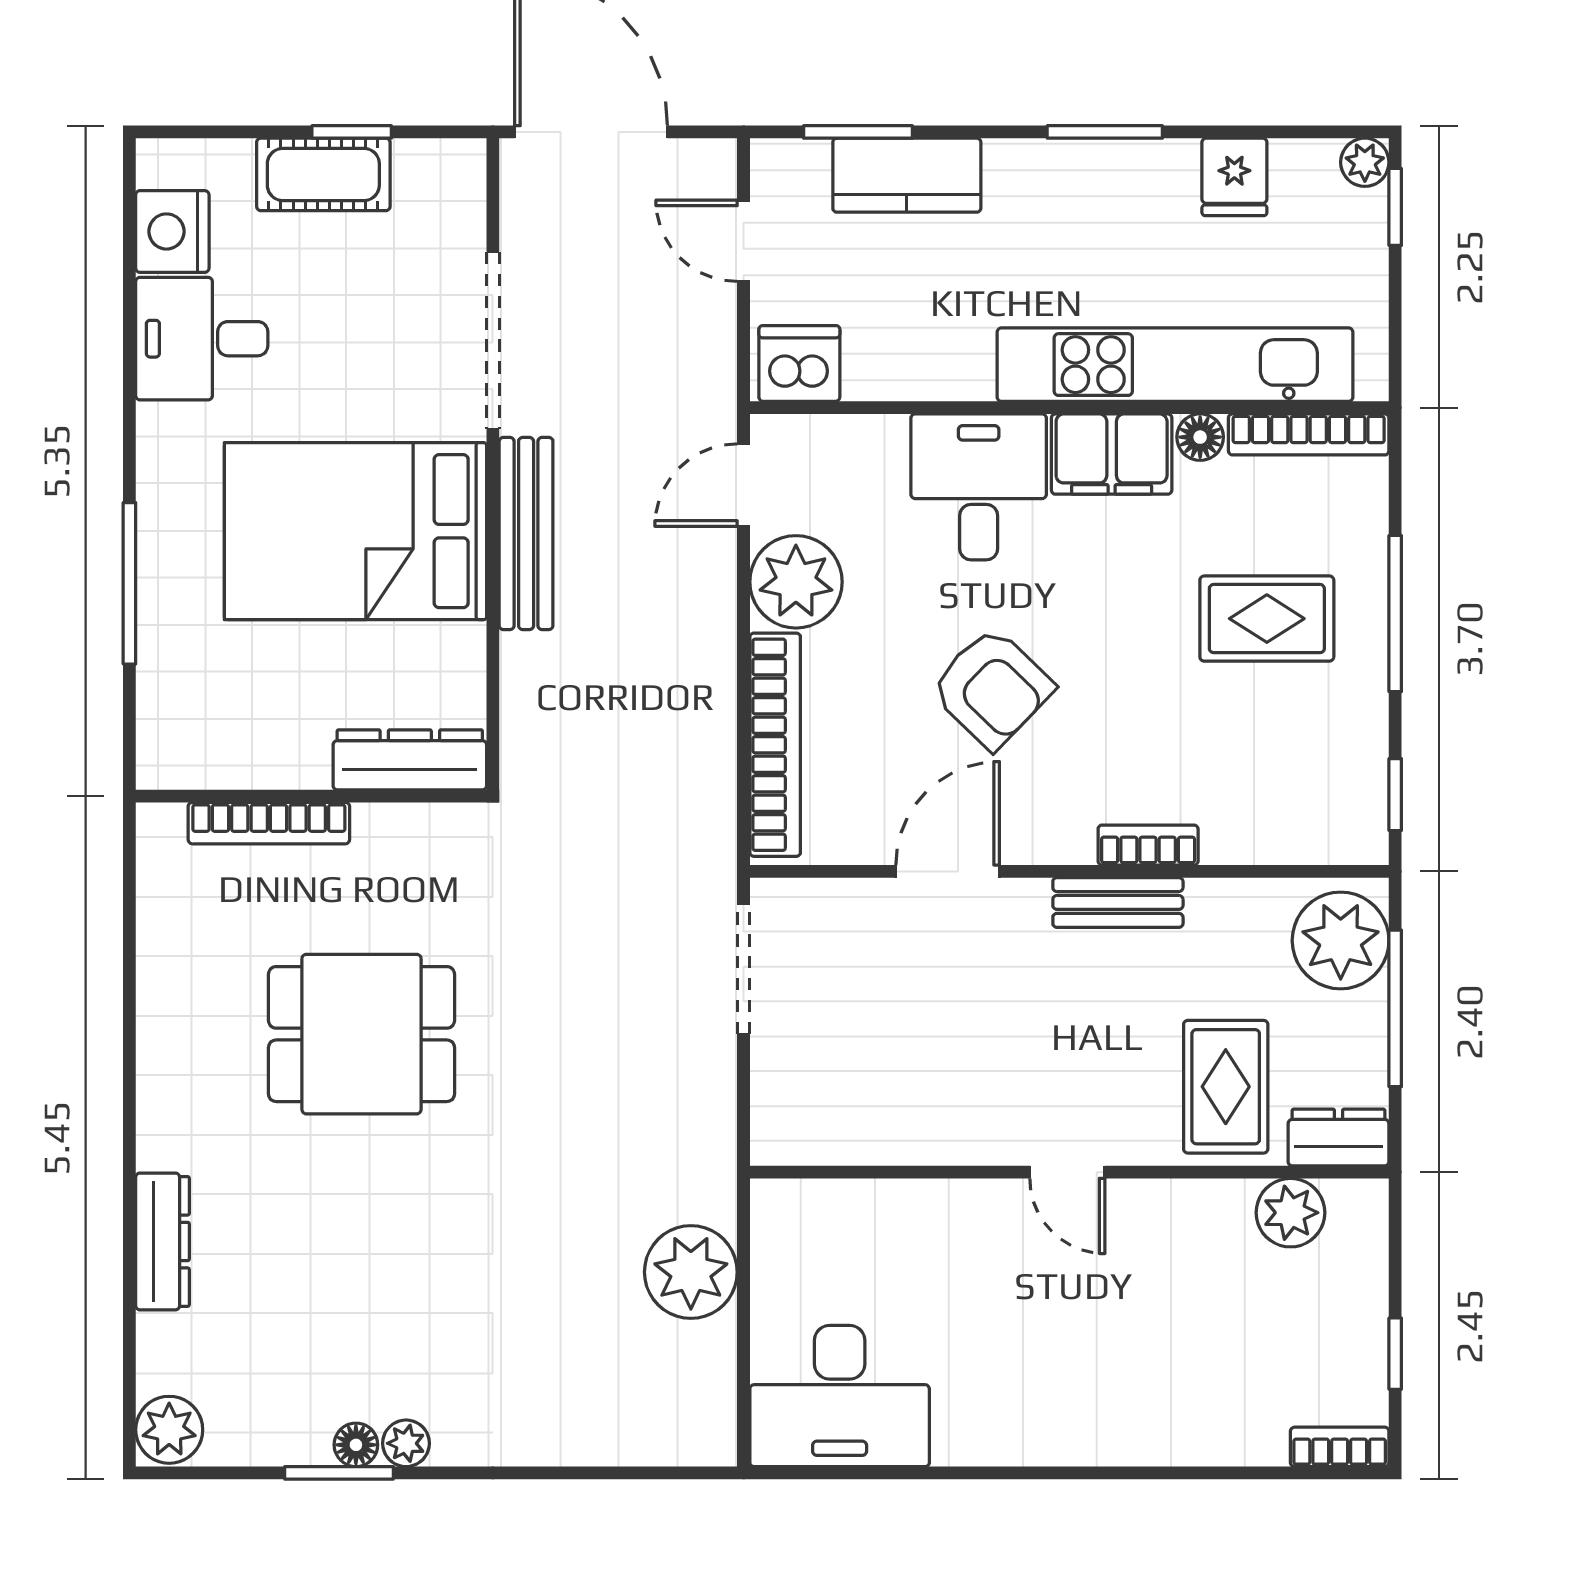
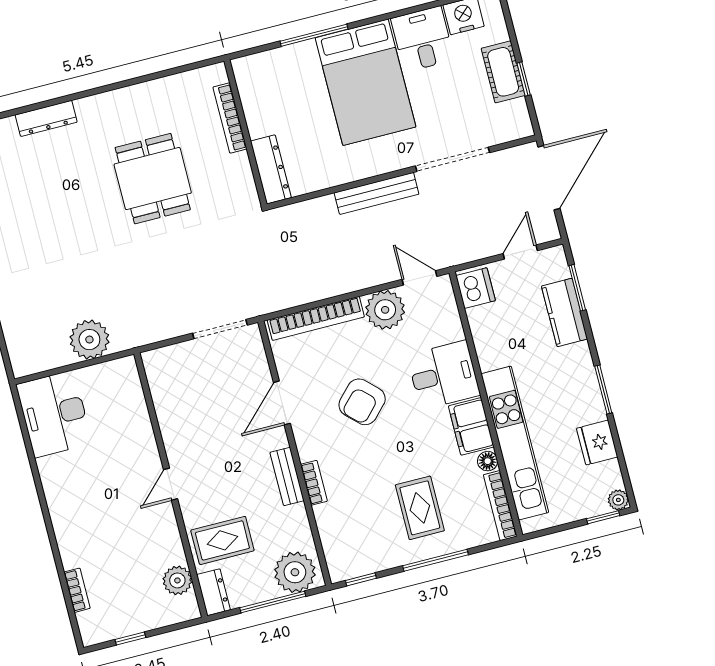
fridge: (1234, 177) -> (597, 443), width x1.38
bed: (355, 531) -> (366, 82), moved, turned 180
door: (948, 871) -> (282, 403), swing flipped
bookcase: (1340, 1447) -> (77, 590), moved

